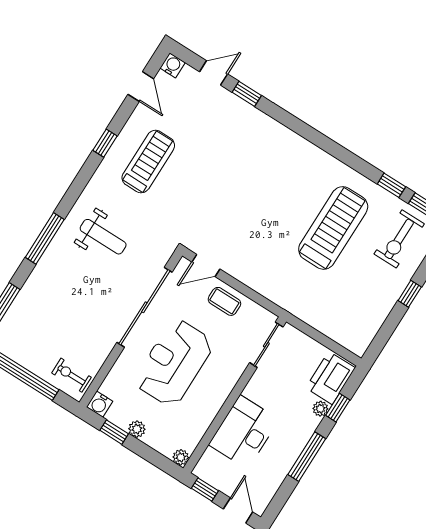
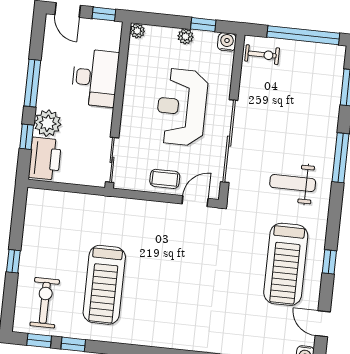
treadmill: (148, 162) -> (286, 264), width x1.37, depth x1.38
reception desk: (174, 363) -> (182, 107), turned 180
plant: (320, 409) -> (48, 123), width x1.88, depth x1.88

